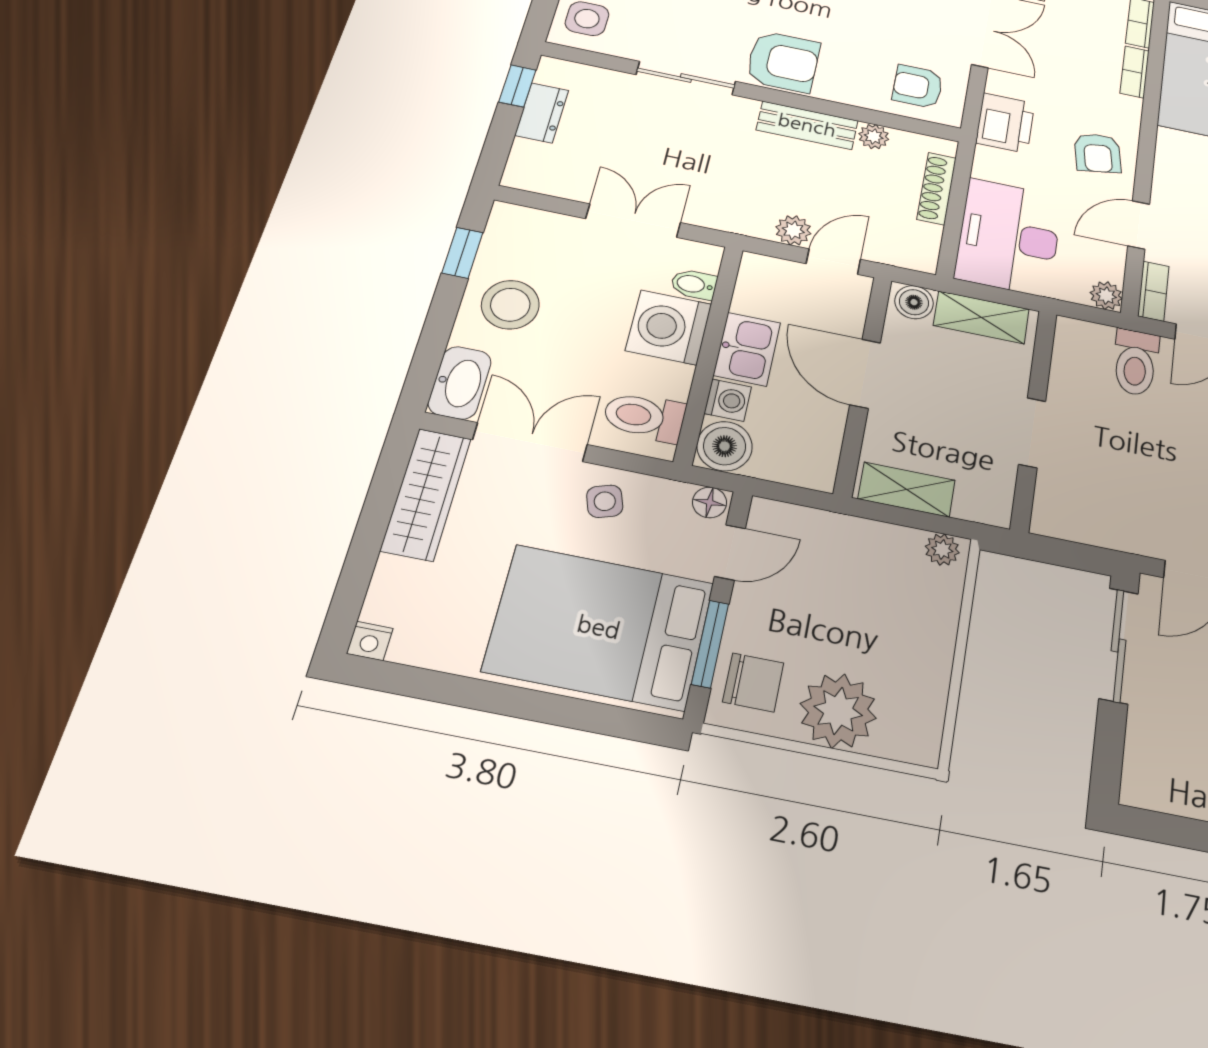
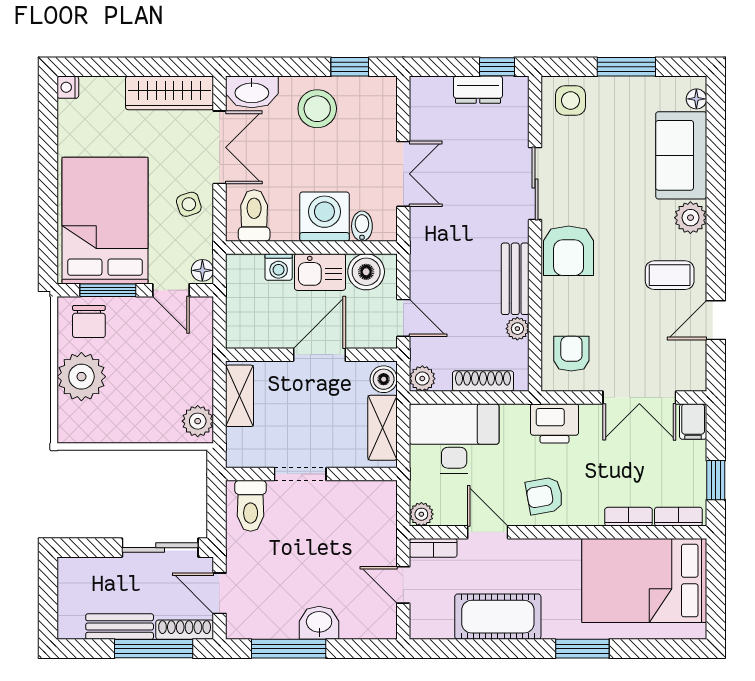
plant: (793, 230) -> (422, 379), moved
toilet: (1136, 362) -> (251, 506), moved, turned -90
boiler: (725, 446) -> (366, 272), moved
plant: (942, 550) -> (198, 421), width x1.38, depth x1.38

